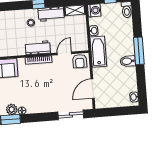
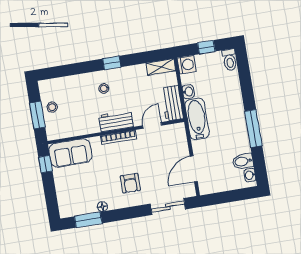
workbench: (51, 14) -> (172, 103), moved, turned 90
window: (139, 51) -> (253, 128), moved
armchair: (80, 61) -> (130, 183), moved
bidet: (128, 61) -> (243, 161), moved
plant: (12, 109) -> (89, 206), removed

